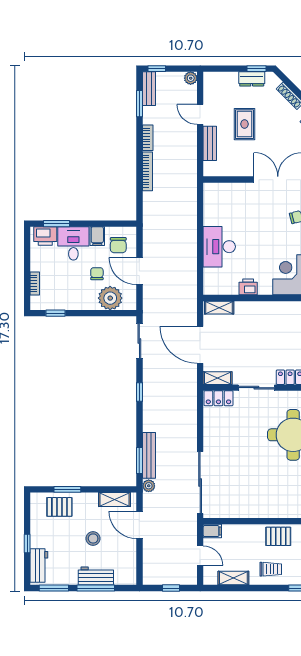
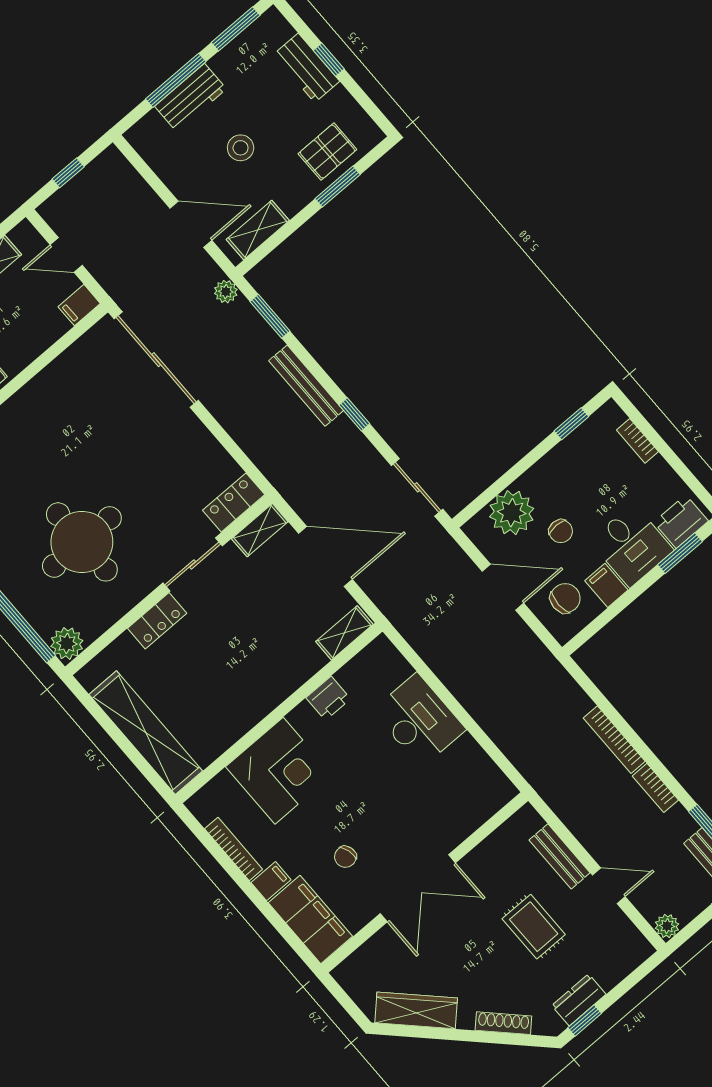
chair: (118, 245) -> (565, 598), turned 90
bench: (149, 455) -> (306, 386), moved
workbench: (39, 566) -> (306, 68), moved

